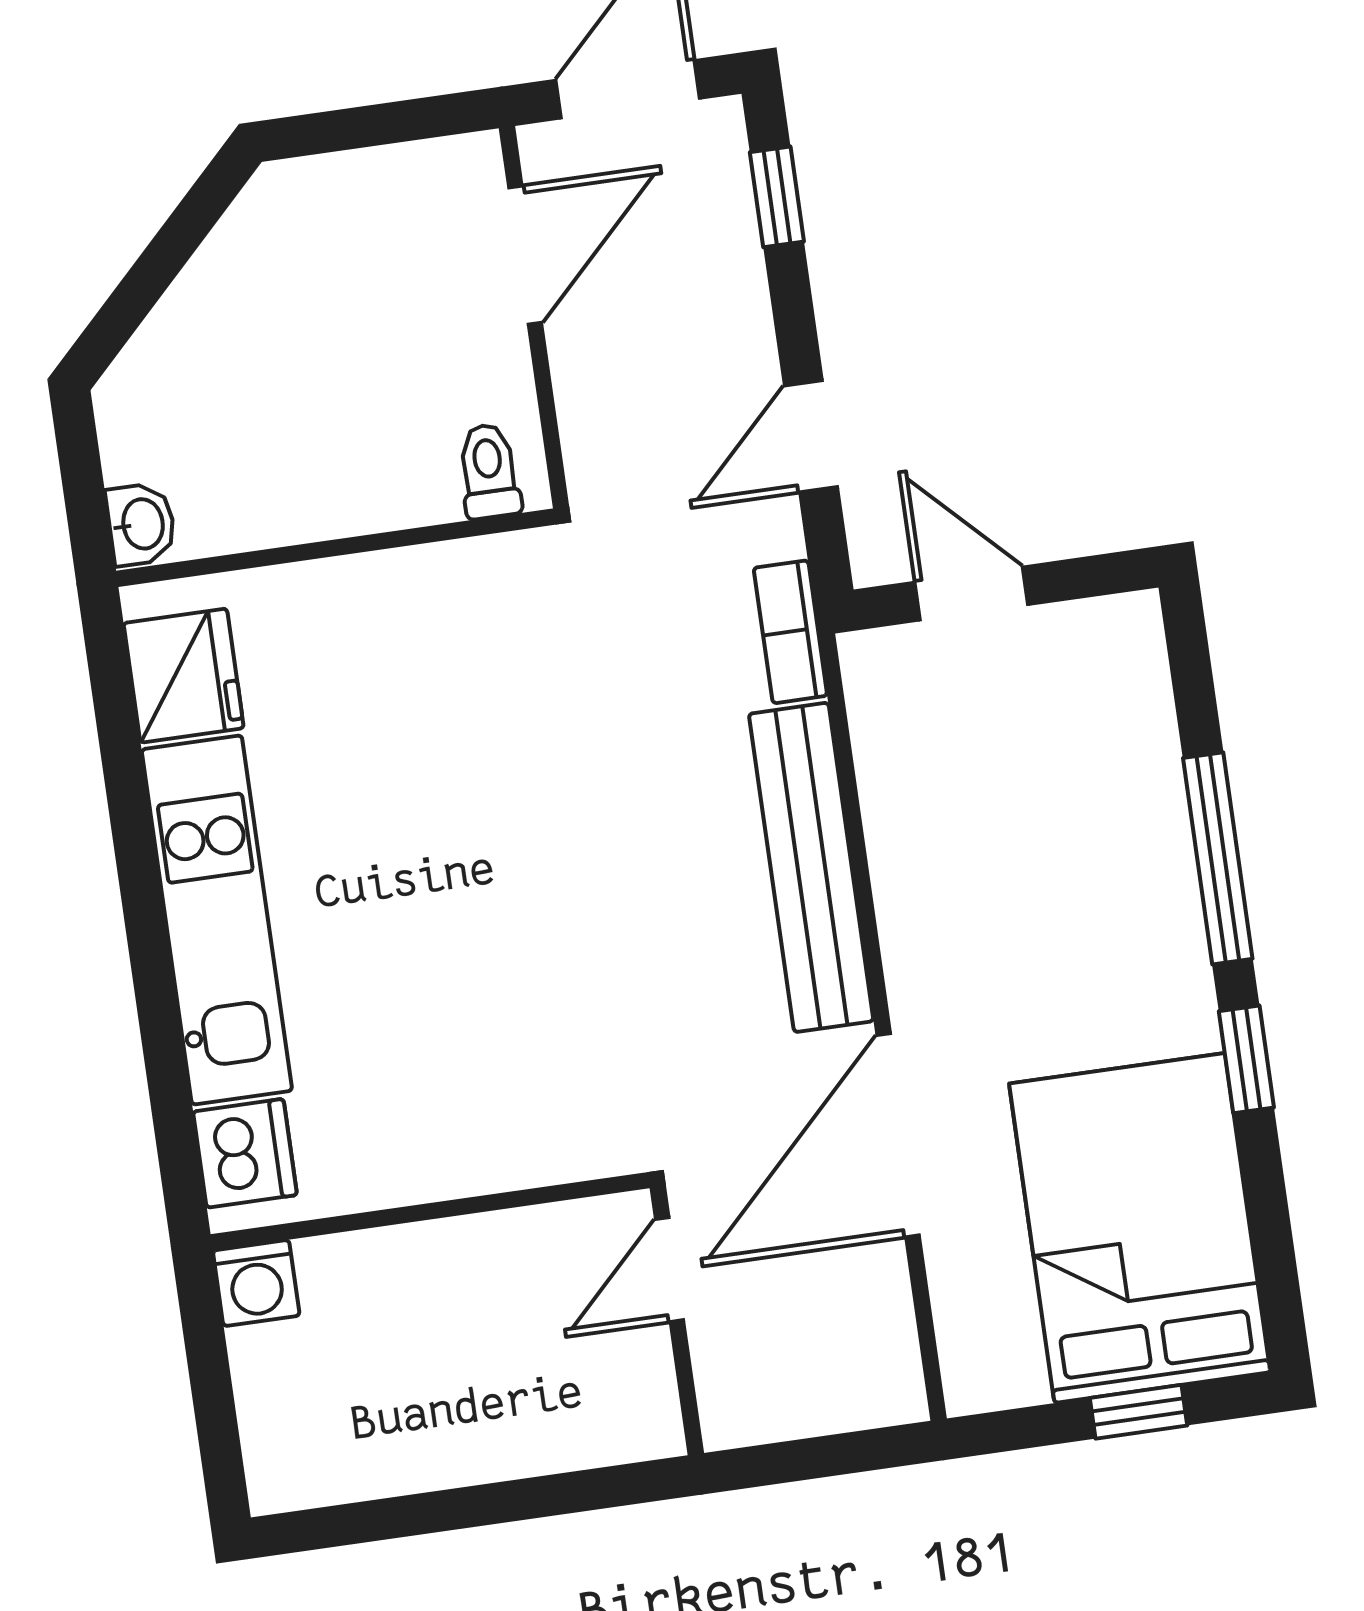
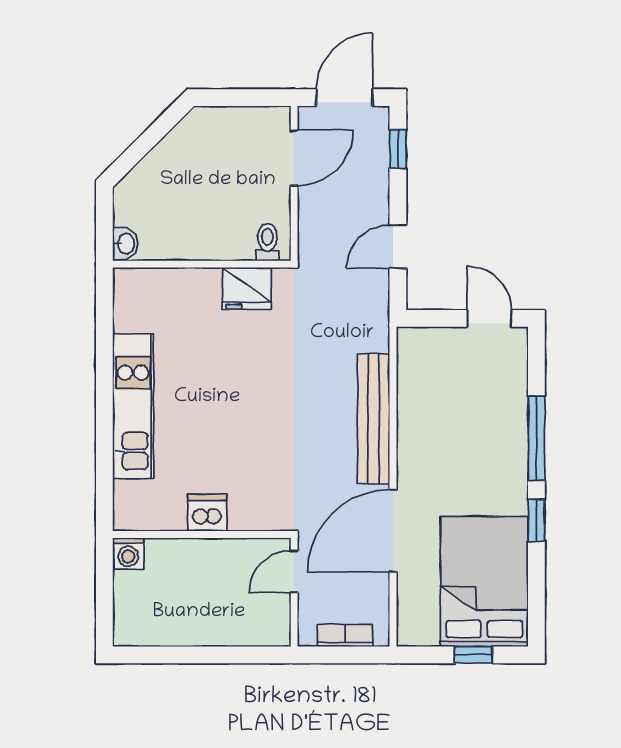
door: (971, 593) -> (489, 318), moved
bookcase: (790, 632) -> (345, 636), moved, turned 90
fridge: (184, 676) -> (247, 288), moved, turned 90
dishwasher: (245, 1153) -> (207, 513), moved, turned -90

